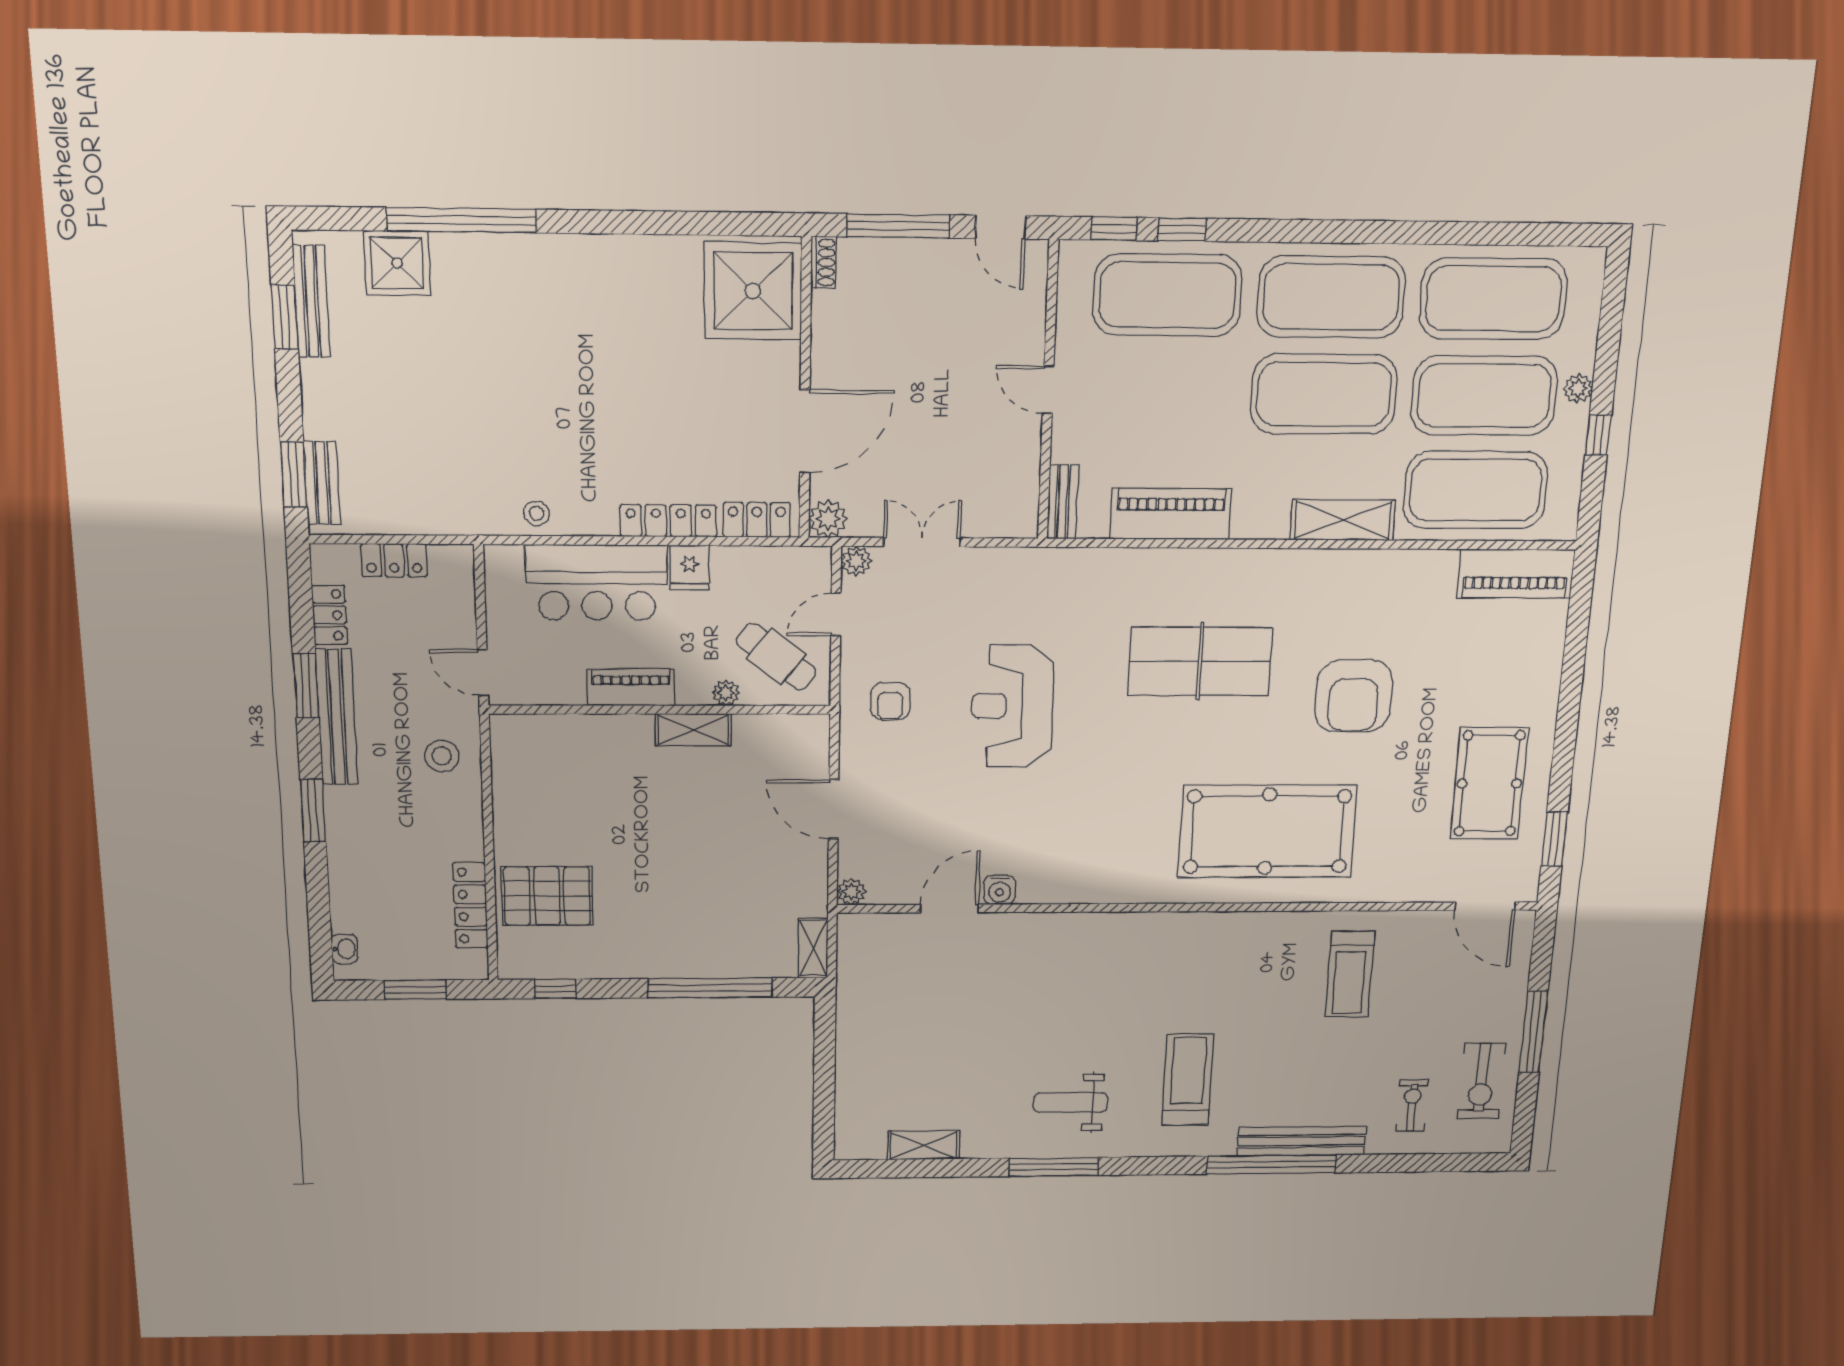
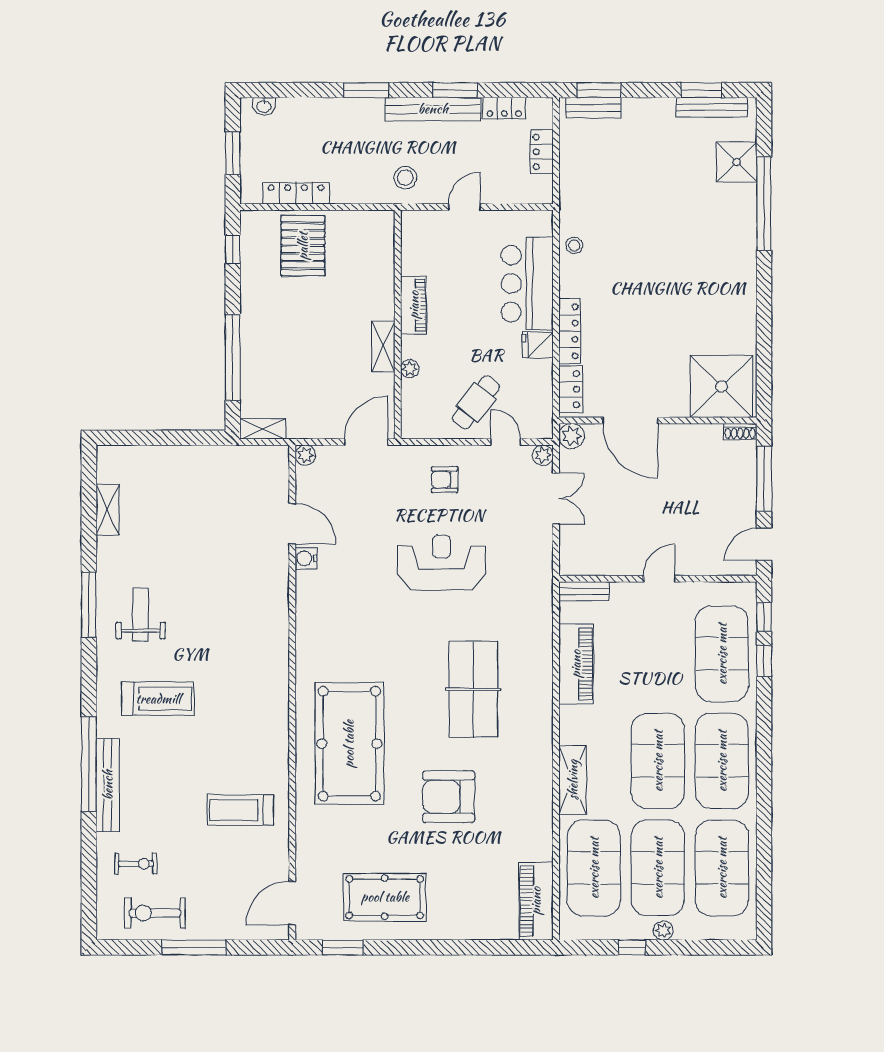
piano: (631, 687) -> (414, 305), moved
plant: (726, 693) -> (410, 369), moved
wall: (660, 710) -> (398, 325), moved
shelving: (693, 730) -> (383, 347), moved

